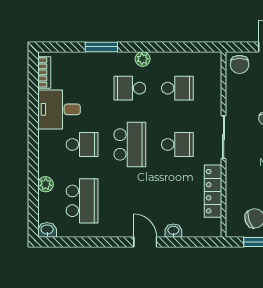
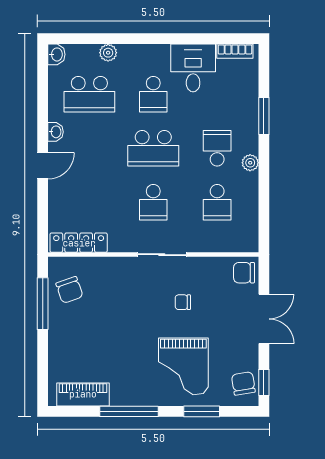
locker: (213, 191) -> (79, 243), moved
washbasin: (173, 231) -> (56, 132), moved

